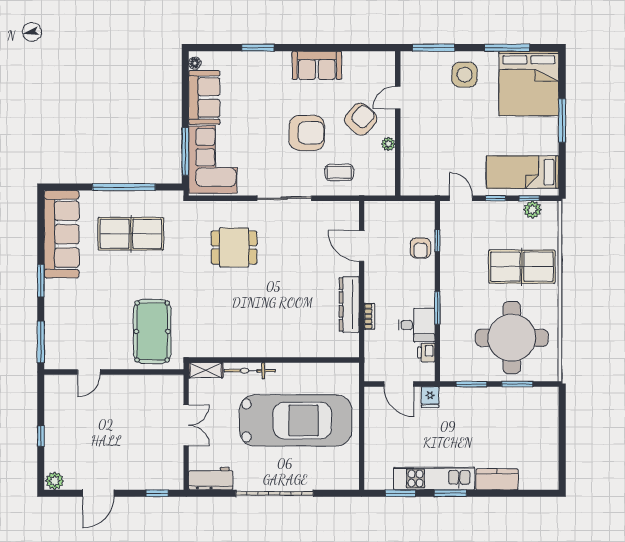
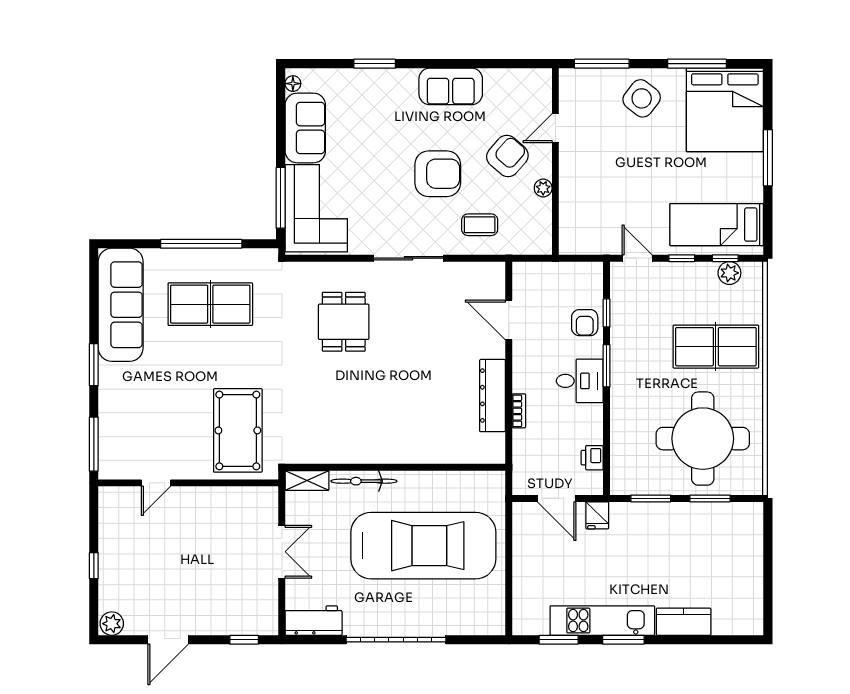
side table: (465, 75) -> (642, 98), turned 38
dining table: (234, 247) -> (344, 322), turned 90
window: (437, 308) -> (607, 366), moved
desk: (417, 325) -> (580, 381), moved

